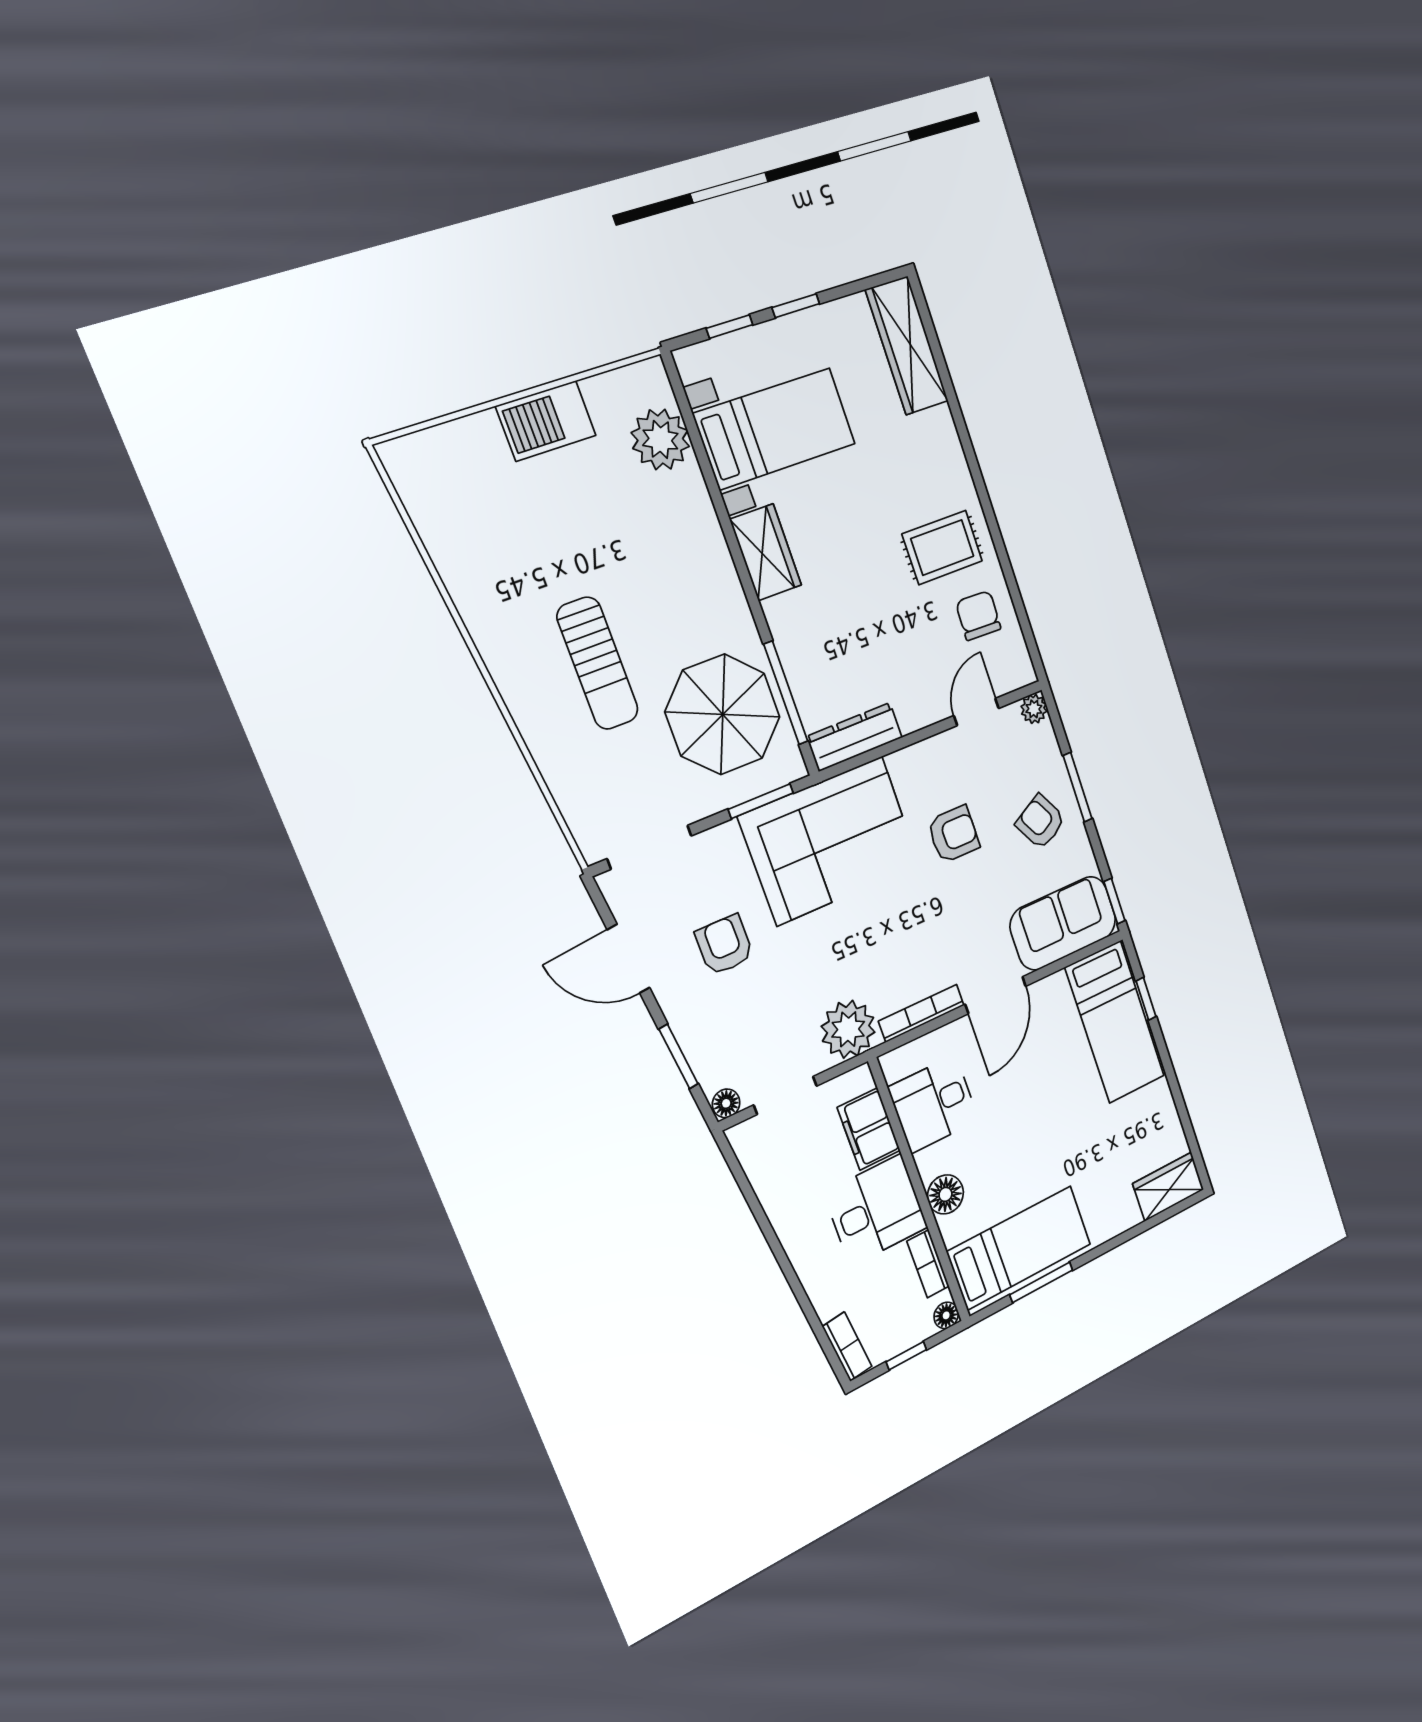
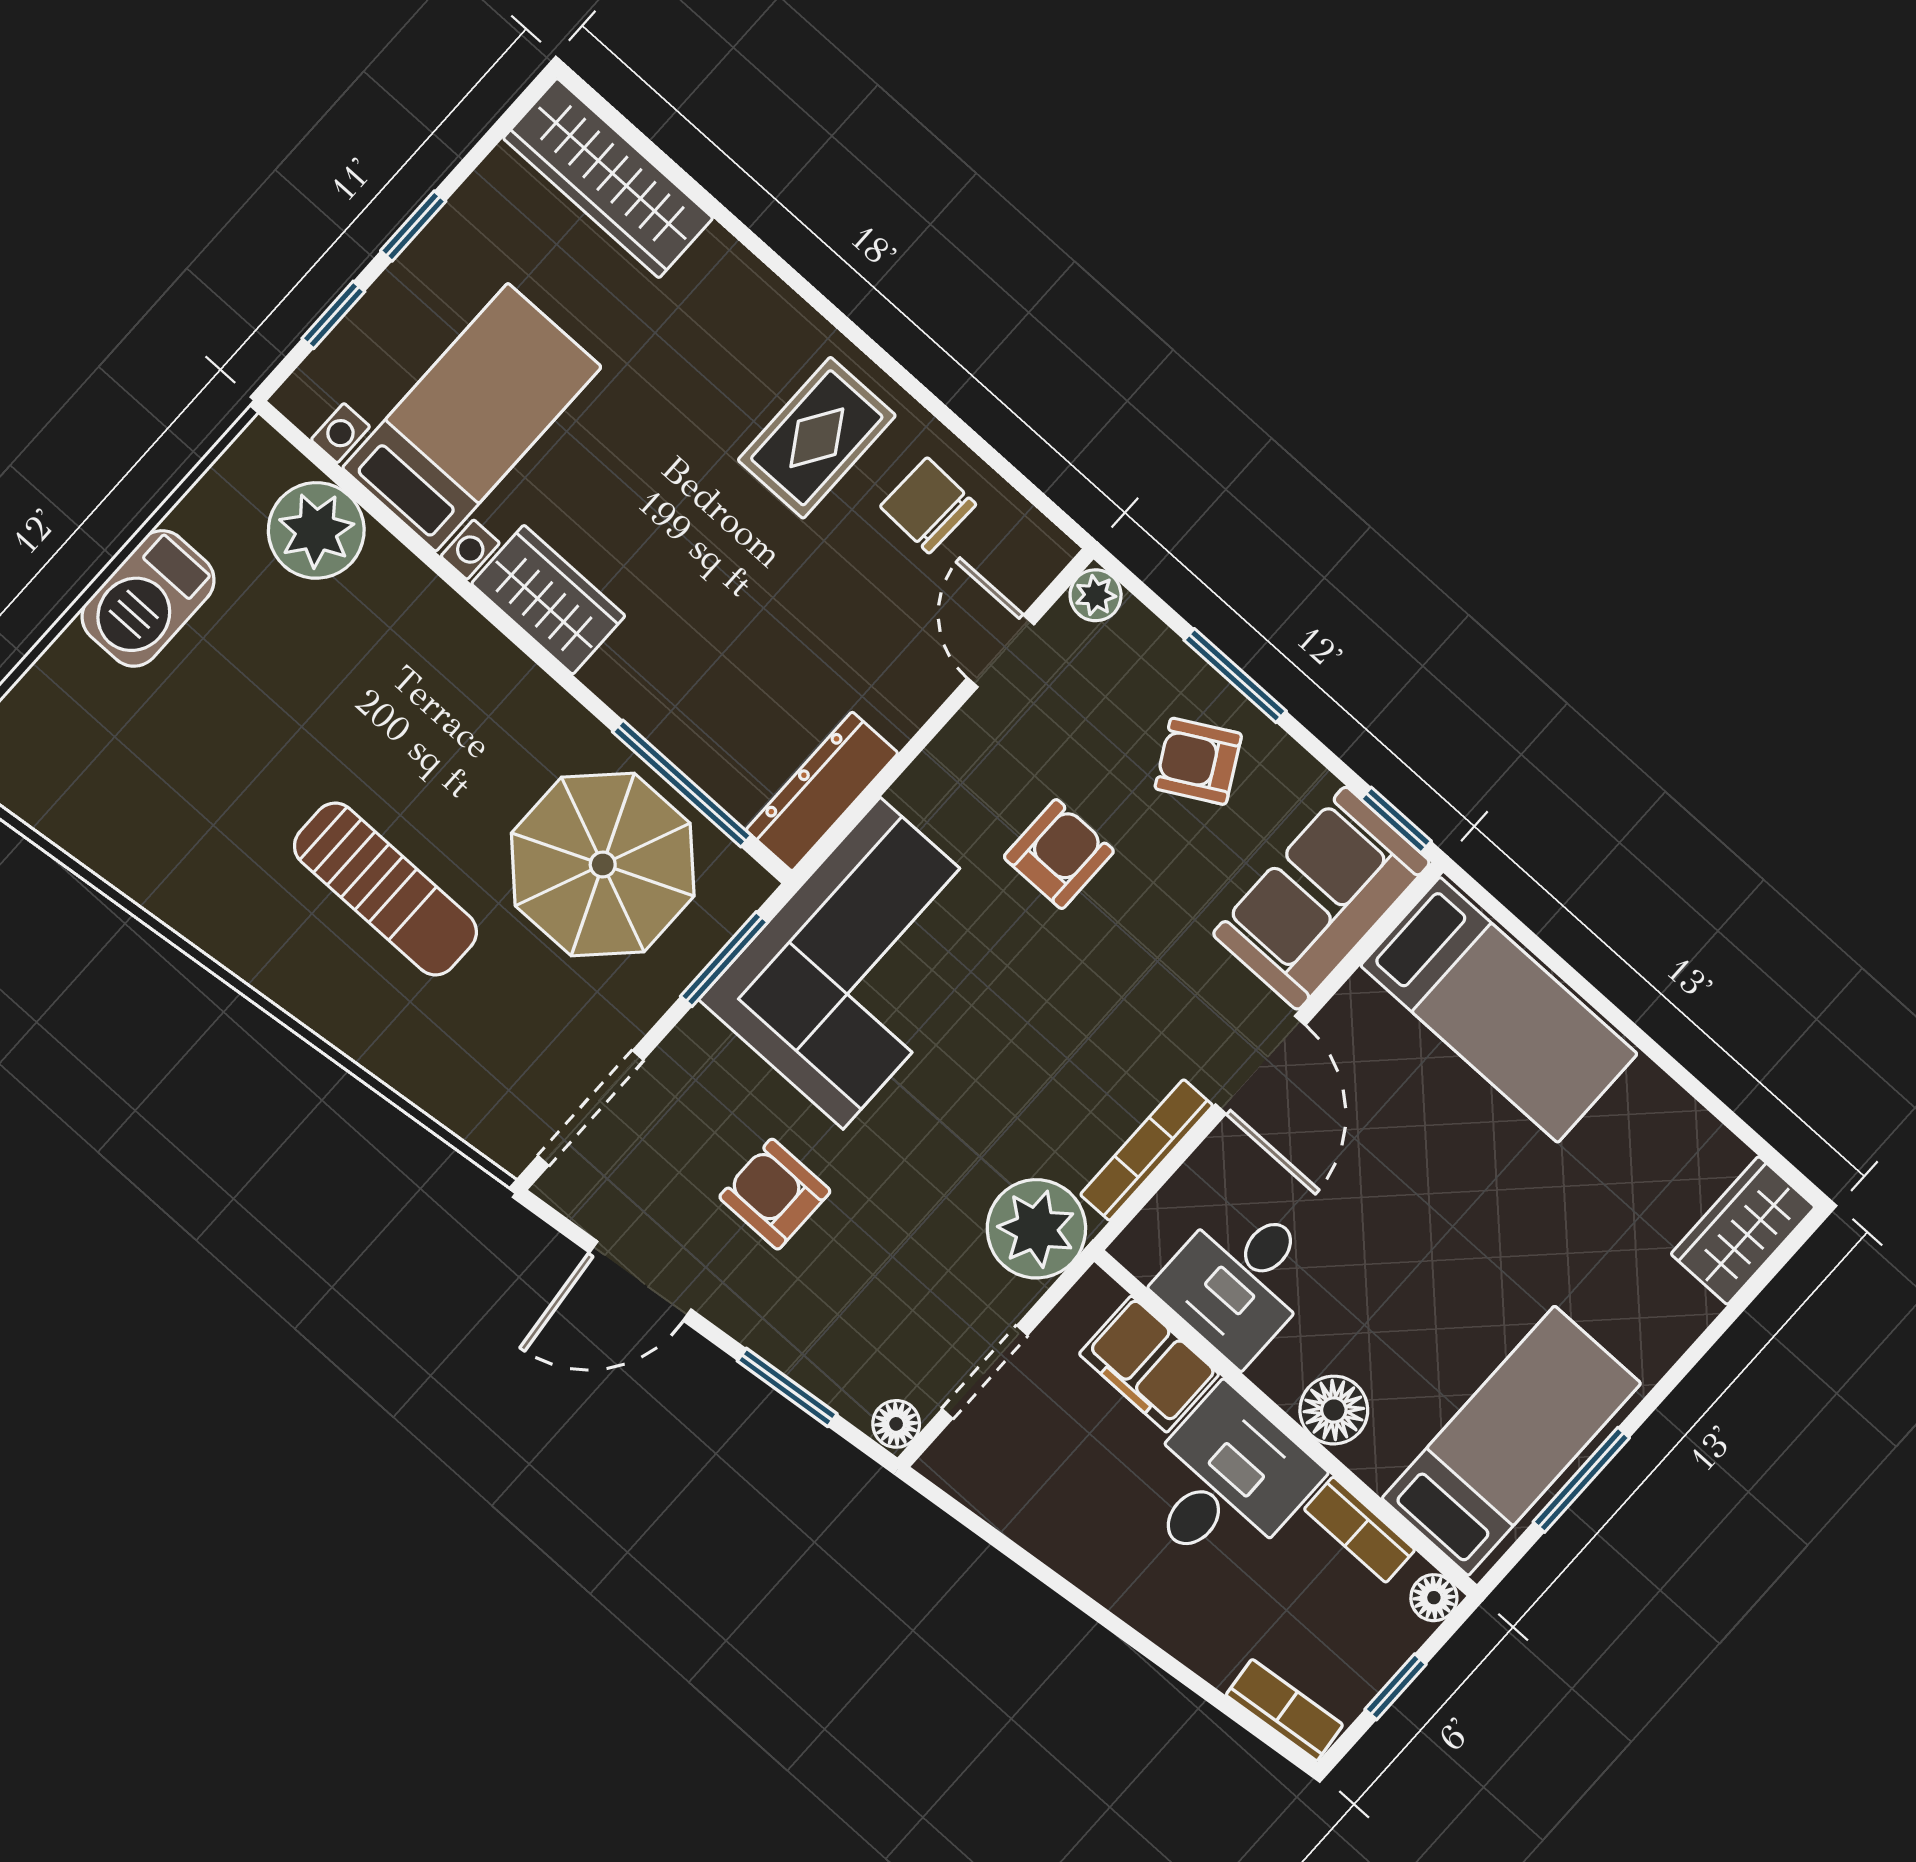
window: (1146, 999) -> (1538, 947), removed

